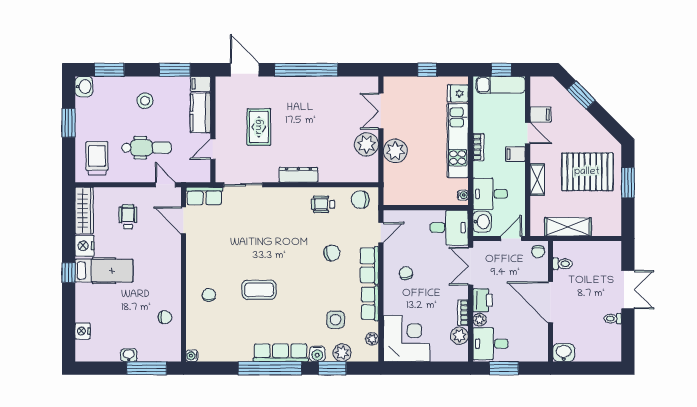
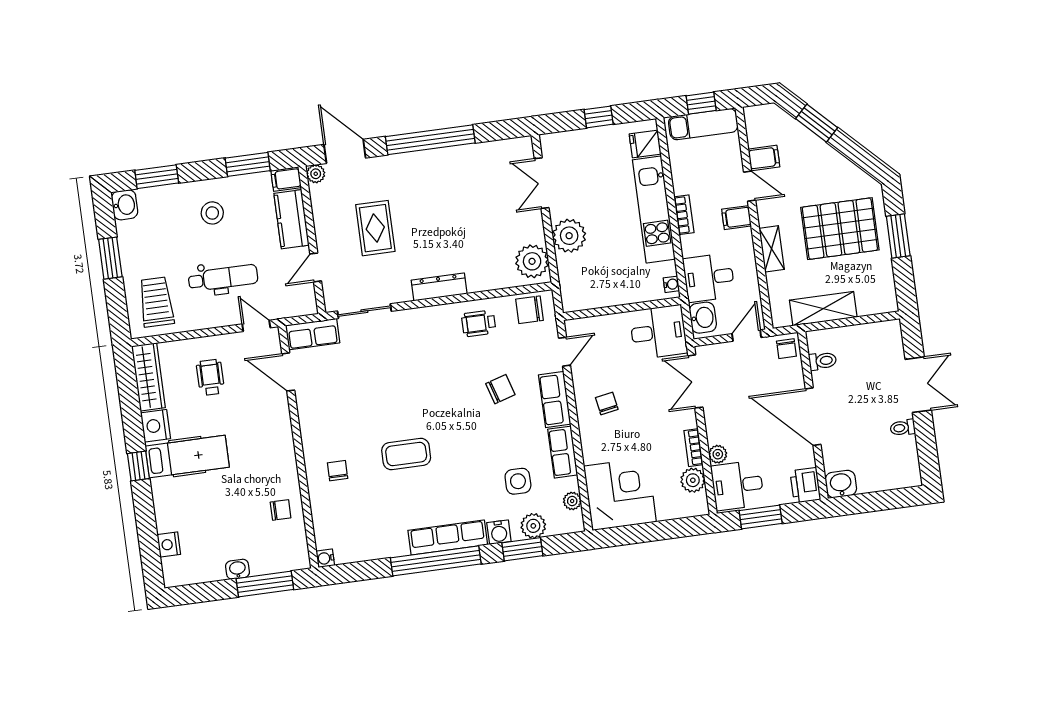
plant: (222, 83) -> (316, 174), added
plant: (367, 144) -> (532, 261), moved
printer: (483, 300) -> (805, 485), moved, turned 180

